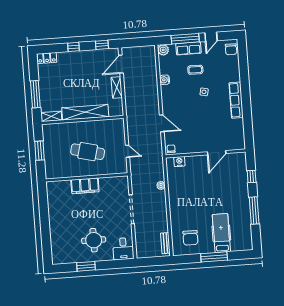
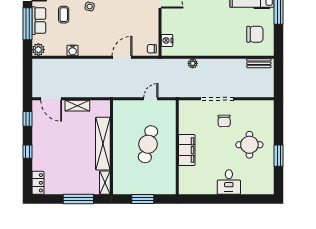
chair: (113, 217) -> (224, 121), added
desk: (123, 249) -> (229, 182), moved, turned 90

